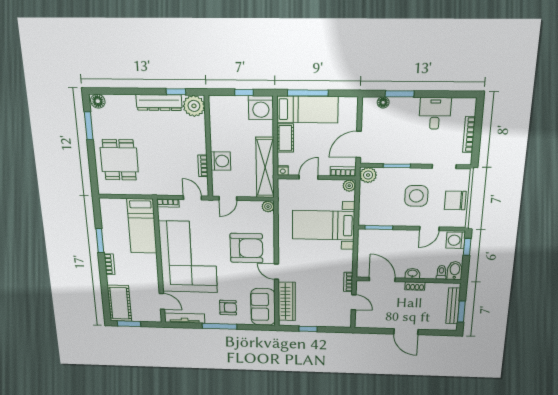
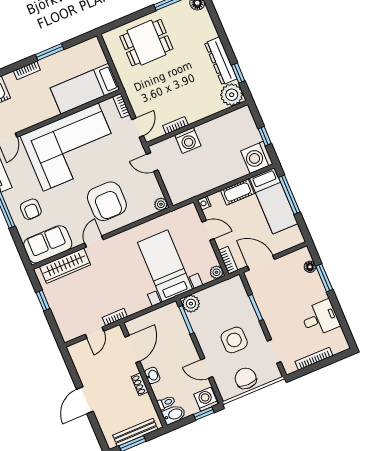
shelving: (265, 168) -> (200, 185), removed
plant: (368, 175) -> (191, 304), moved

